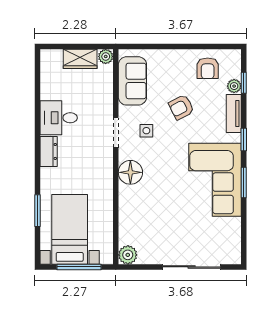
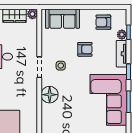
armchair: (208, 68) -> (103, 22), turned 90
sofa: (132, 81) -> (62, 19), moved, turned 90
armchair: (181, 107) -> (85, 49), turned -153

